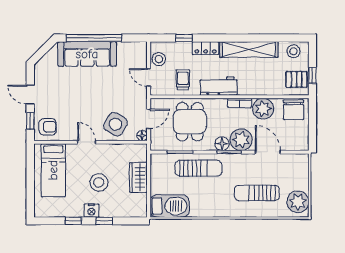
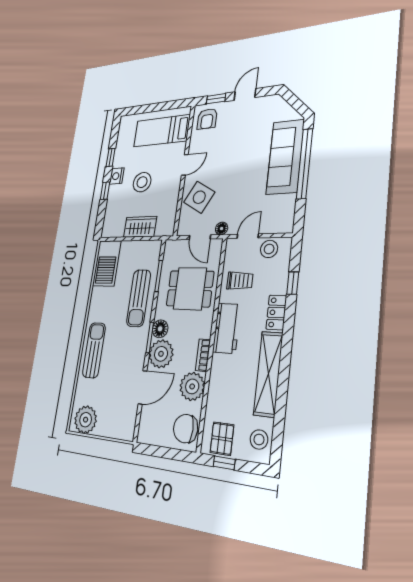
floor lamp: (142, 136) -> (222, 228), moved
sun lounger: (257, 193) -> (94, 350), moved

